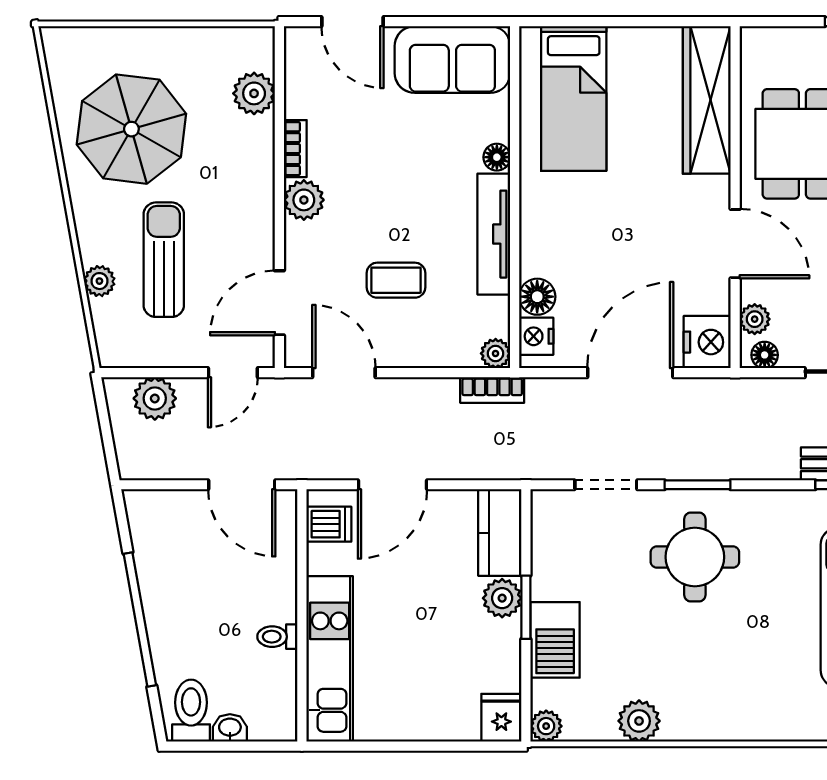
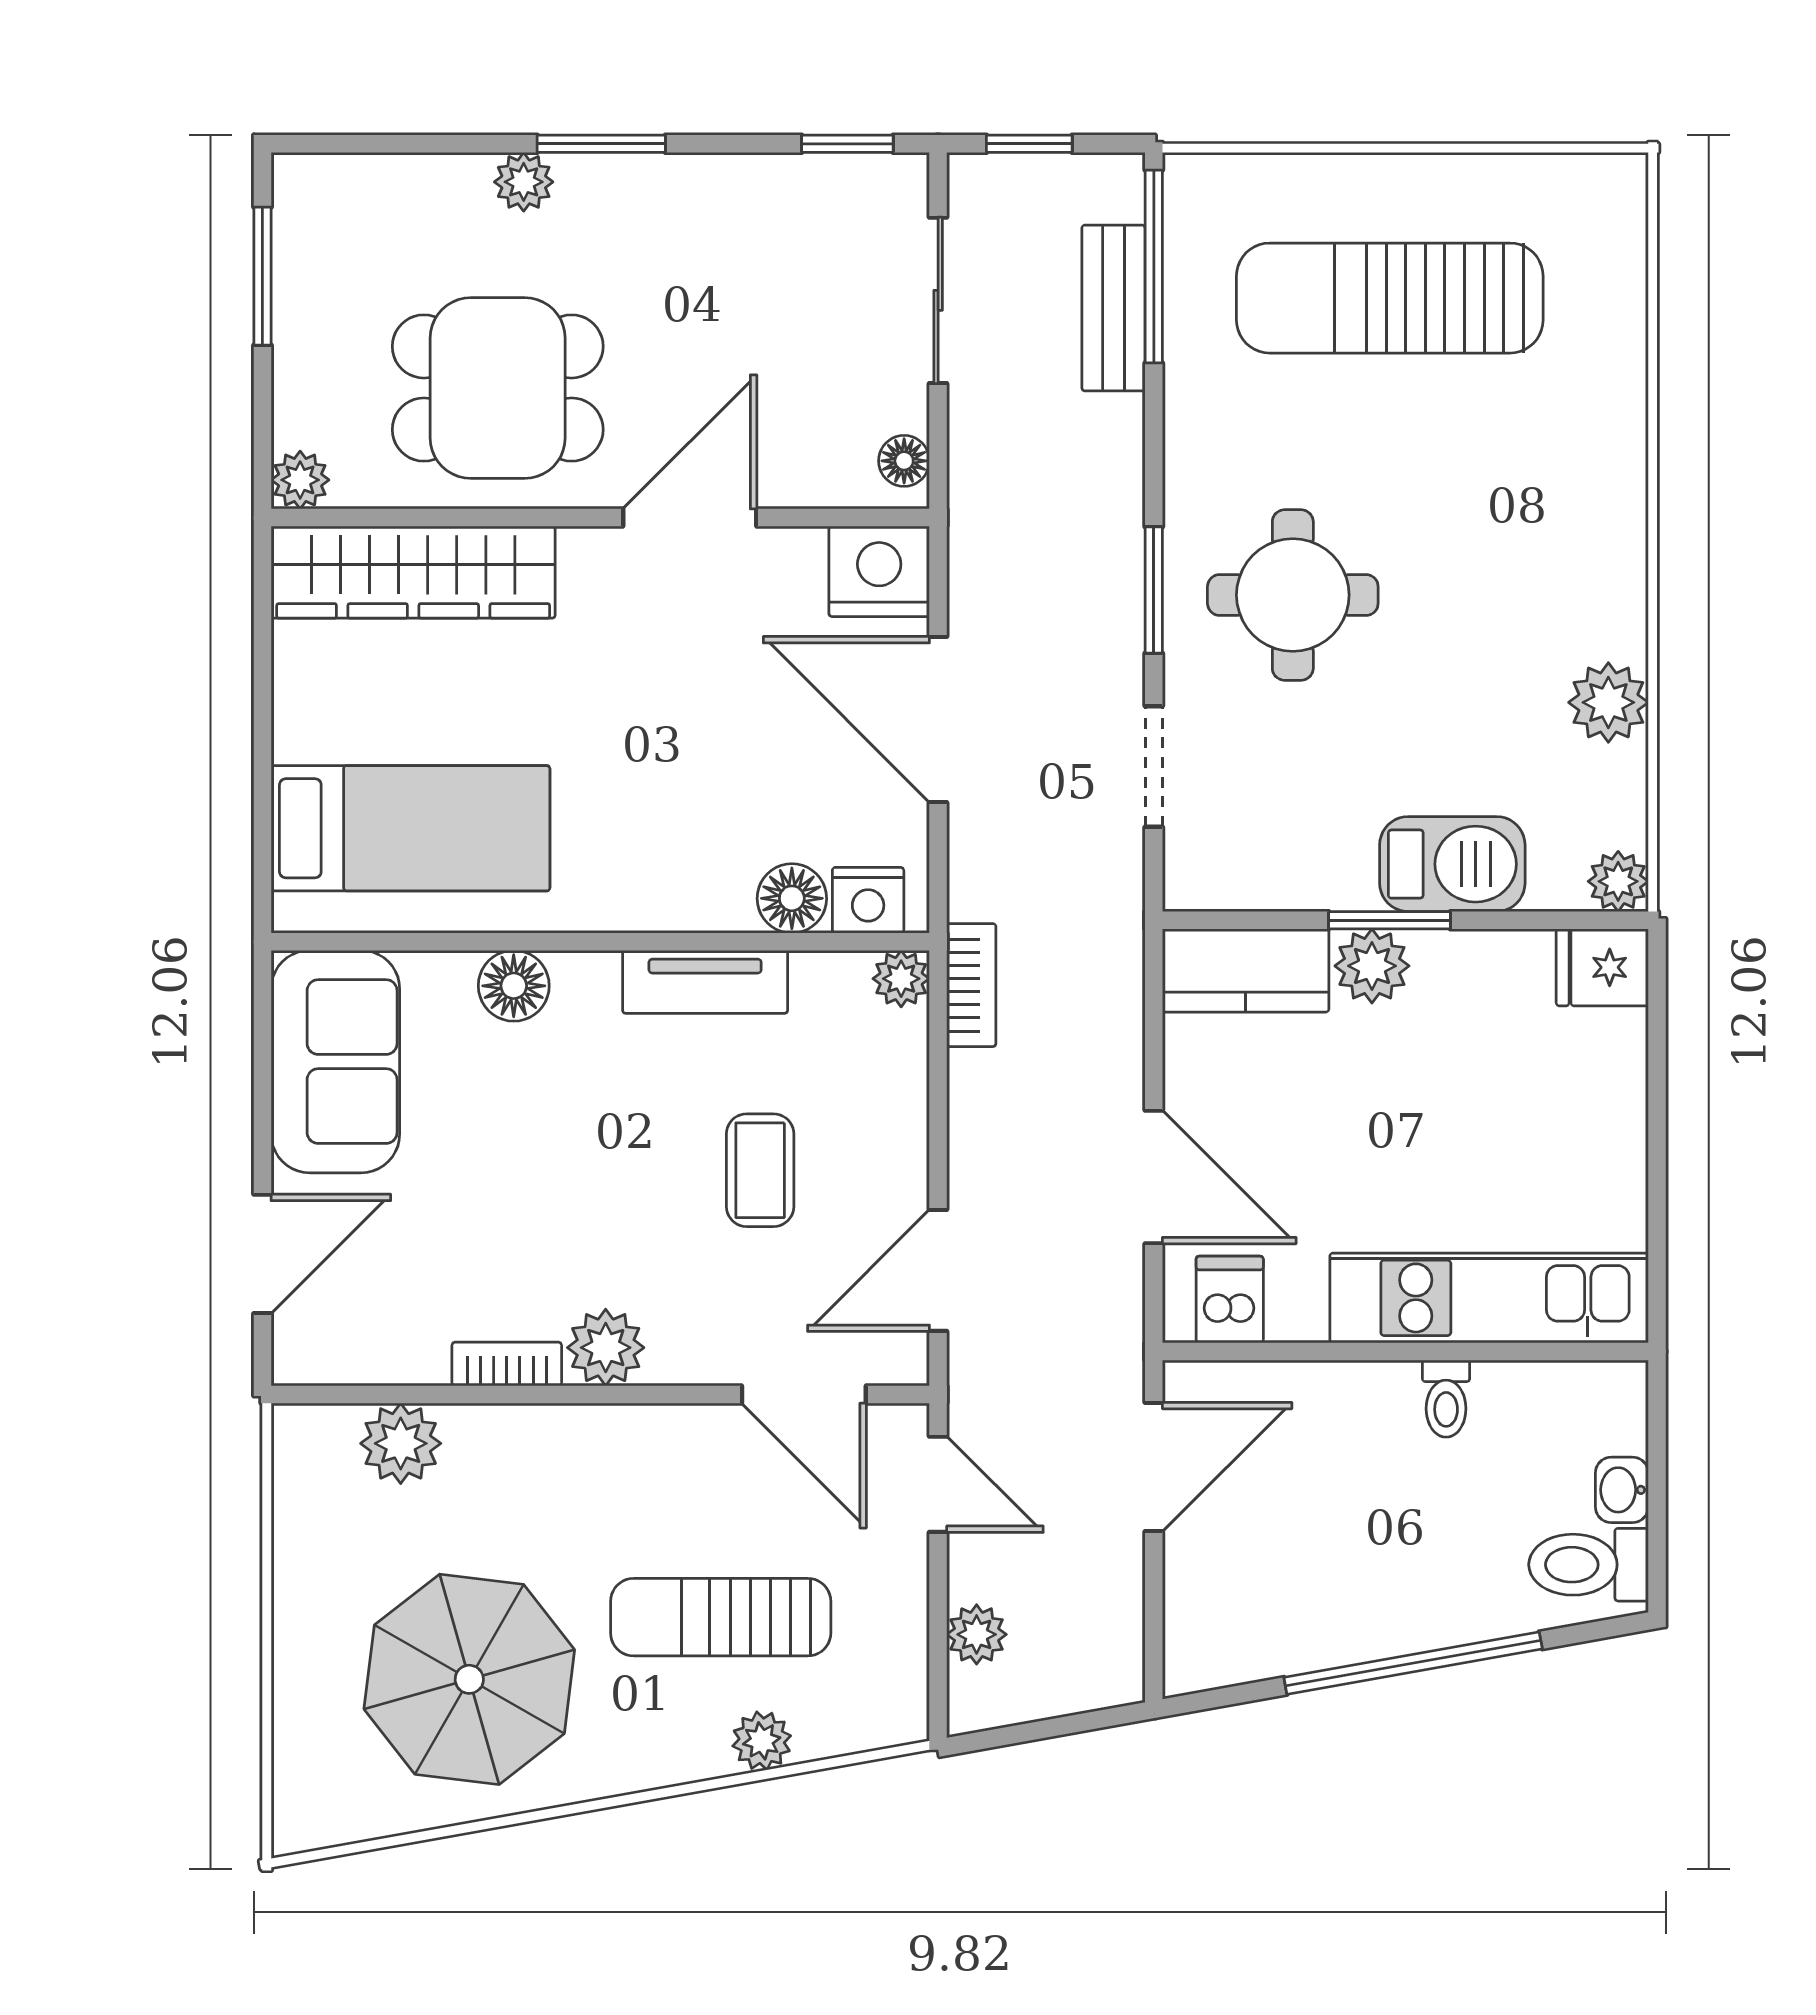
floor lamp: (497, 157) -> (514, 986), width x1.37, depth x1.37
tv unit: (494, 234) -> (705, 982), width x0.71
plant: (755, 319) -> (300, 480), moved
plant: (155, 398) -> (977, 1634), width x0.73, depth x0.73

